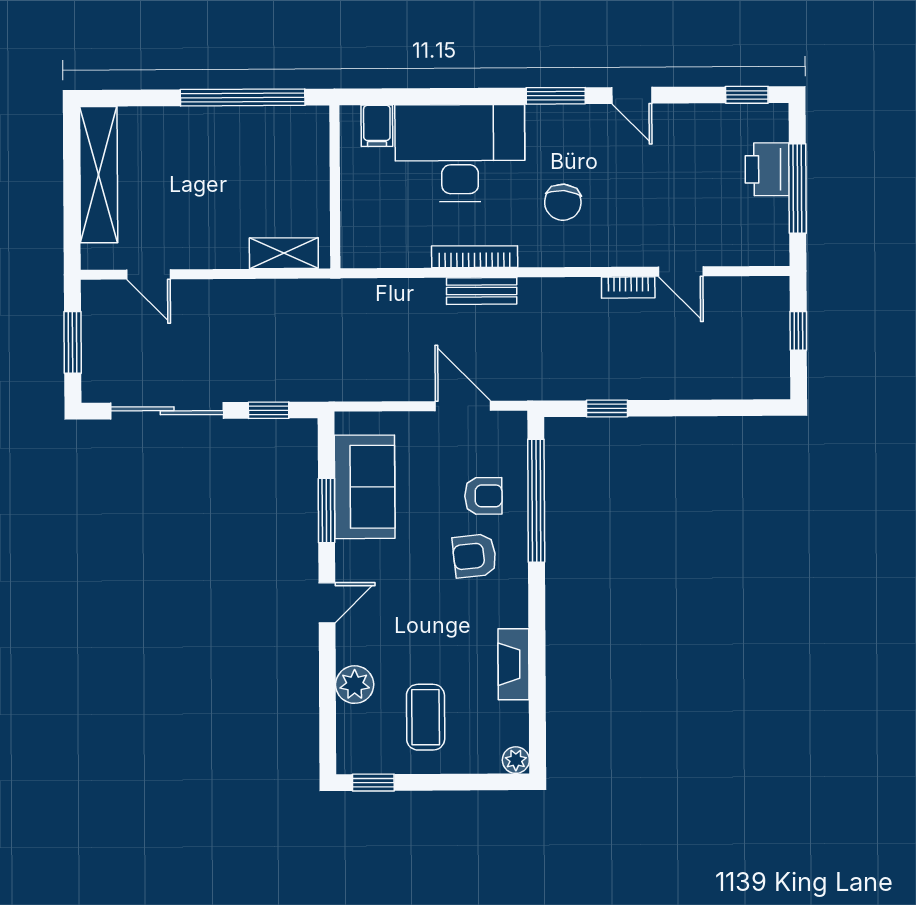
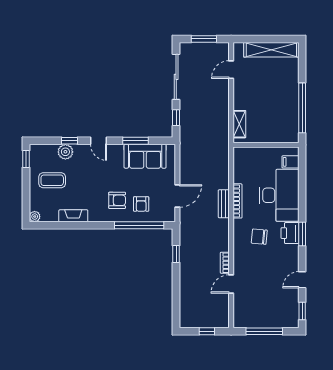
door: (632, 95) -> (302, 280), moved
printer: (767, 169) -> (290, 233), moved, turned -90
armchair: (475, 556) -> (117, 200), turned 96
window: (327, 675) -> (69, 141), added

